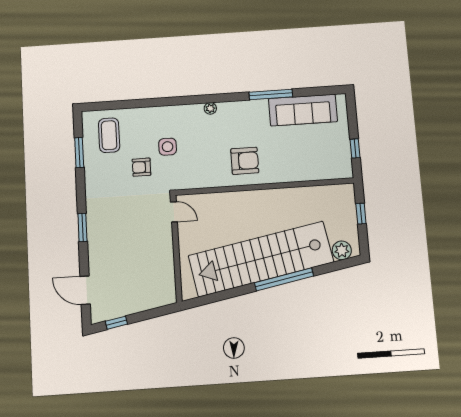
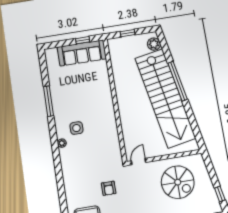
sofa: (303, 110) -> (82, 53), moved, turned 90
side table: (168, 147) -> (76, 128), moved
armchair: (245, 161) -> (98, 115), removed
spiral stairs: (139, 264) -> (178, 182), added

